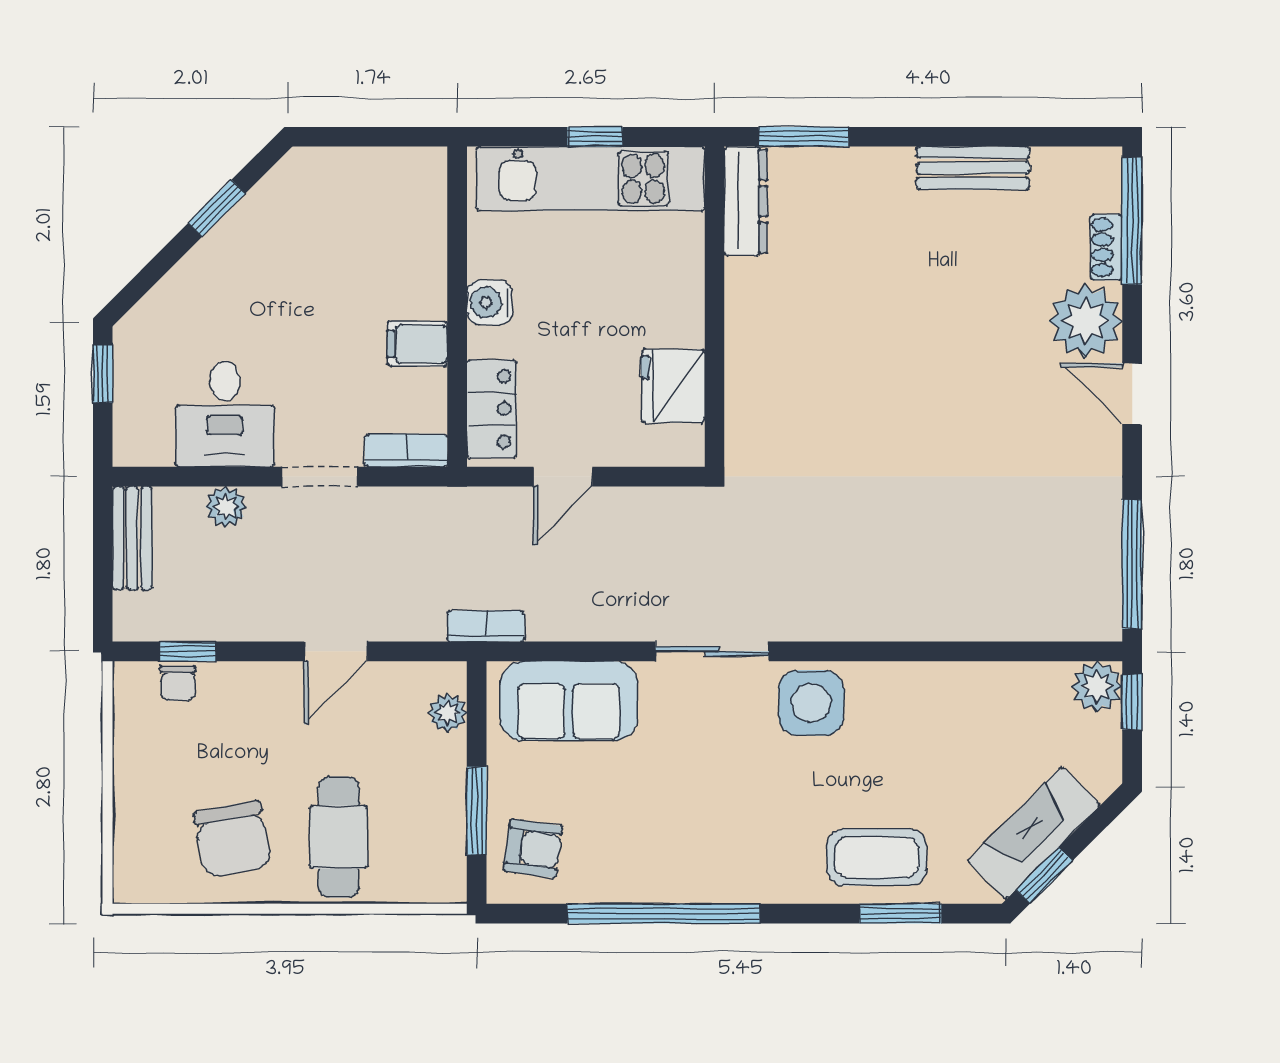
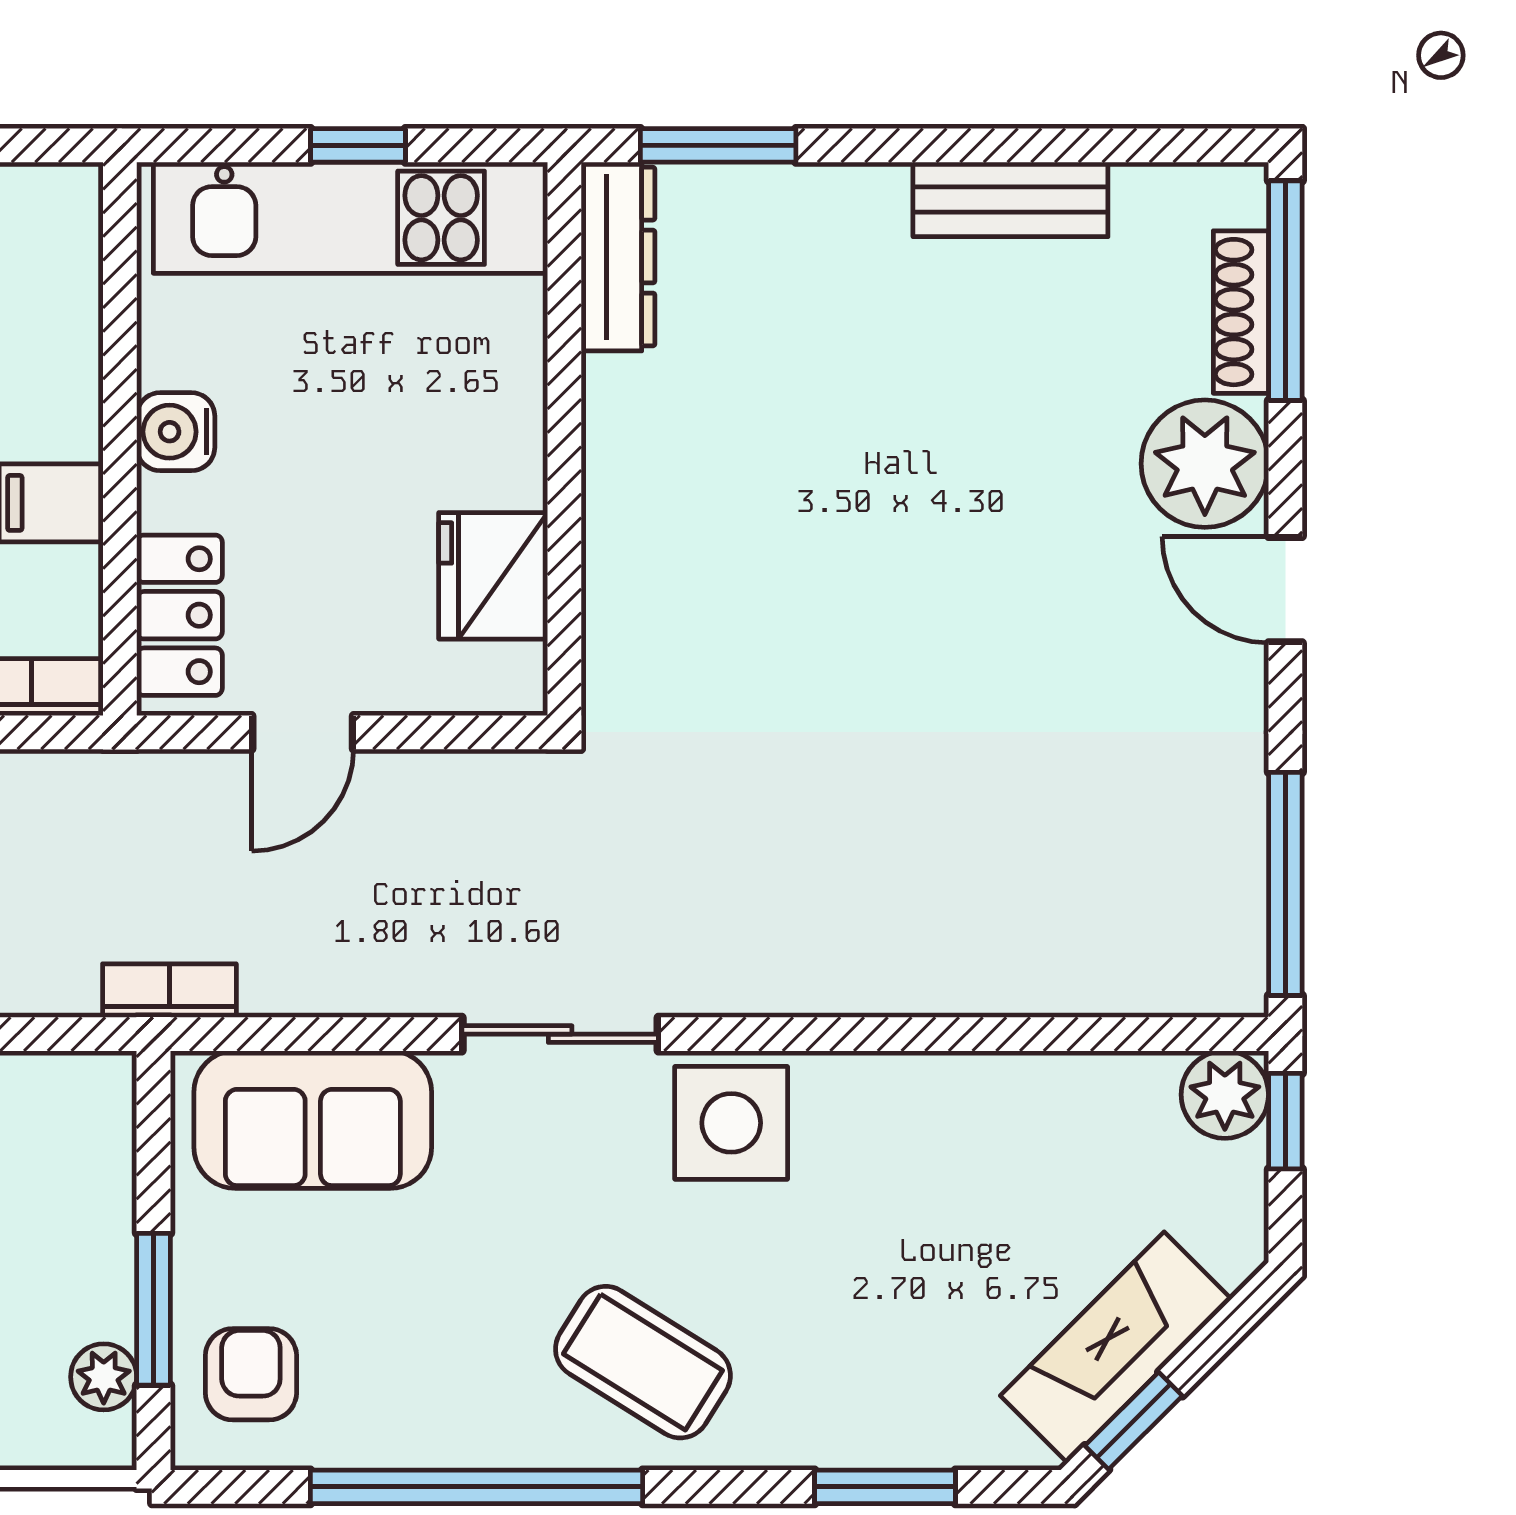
shoe rack: (1106, 247) -> (1241, 312), width x1.43
plant: (448, 713) -> (104, 1377), moved
armchair: (533, 848) -> (251, 1374), turned -98
coffee table: (877, 857) -> (643, 1362), moved, turned 32

